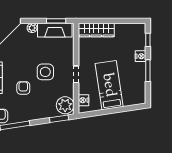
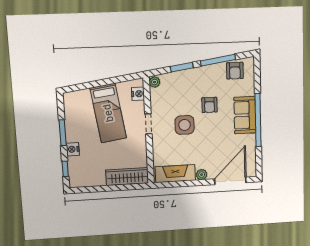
window: (56, 21) -> (174, 184), removed
plant: (65, 105) -> (155, 82), width x0.53, depth x0.53
window: (59, 119) -> (182, 67), moved

